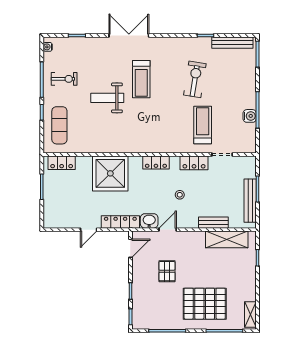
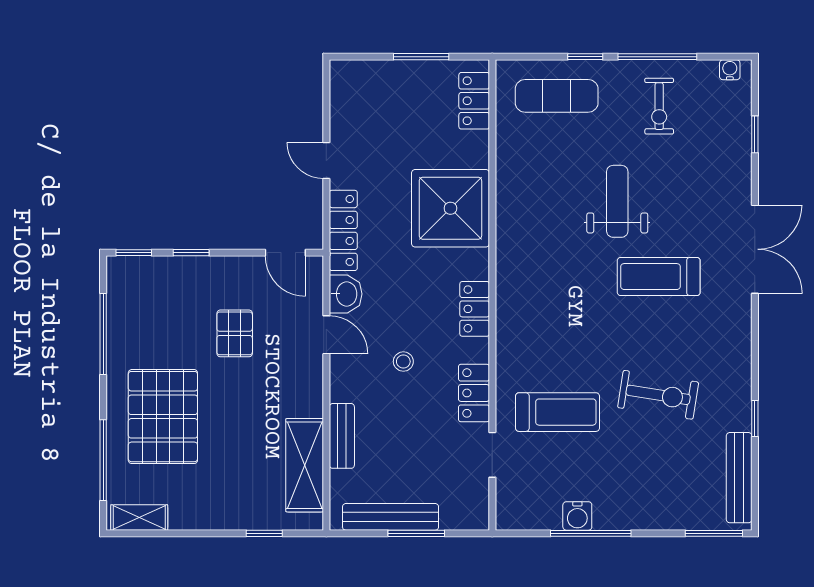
pallet: (167, 271) -> (235, 333), turned 90

